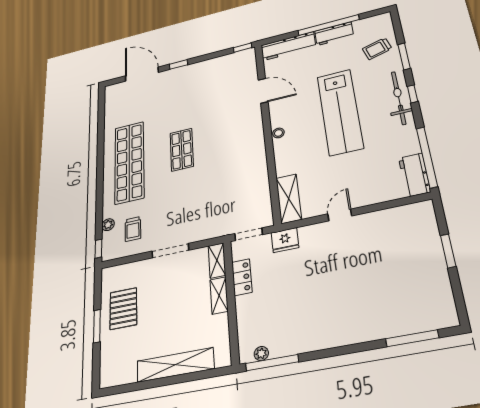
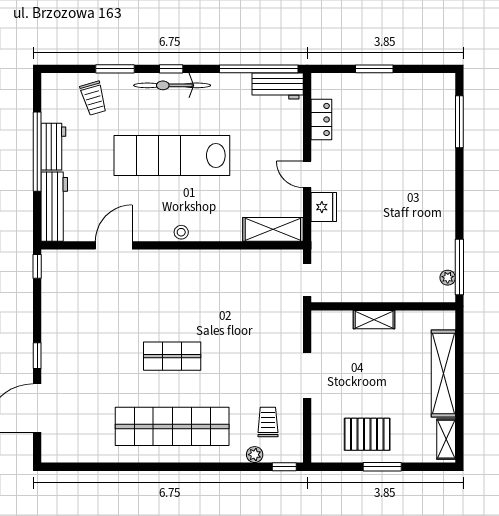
lab bench: (340, 112) -> (172, 155), turned 180
trolley: (133, 229) -> (268, 422), turned -90
fridge: (285, 240) -> (324, 207), moved
shelving: (217, 260) -> (446, 439), moved, turned 90
locker: (242, 277) -> (321, 119), moved, turned 90

